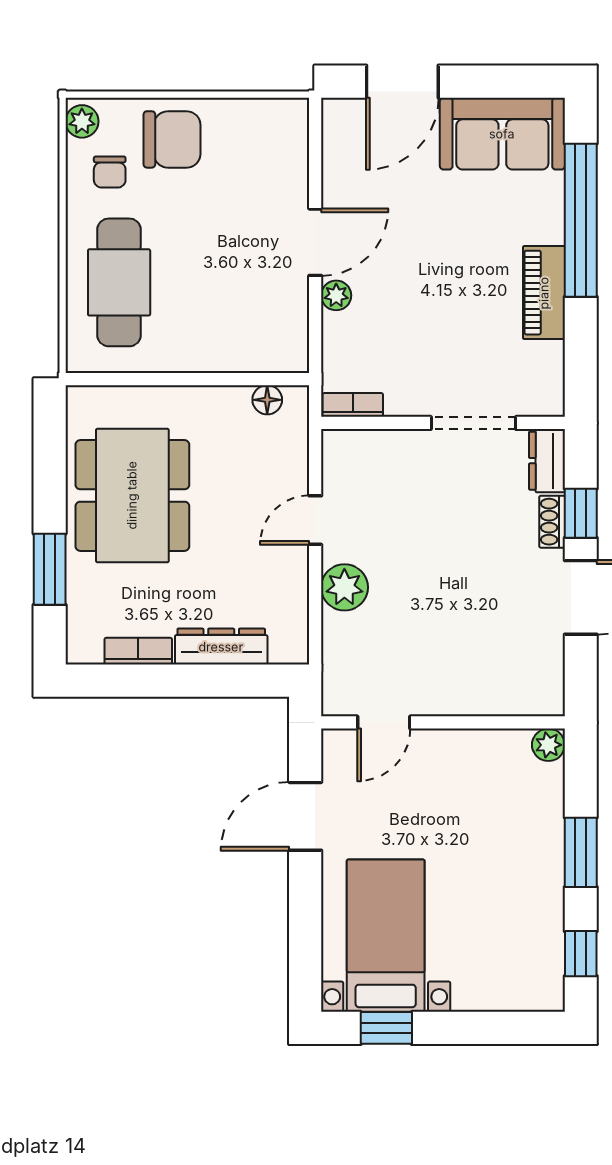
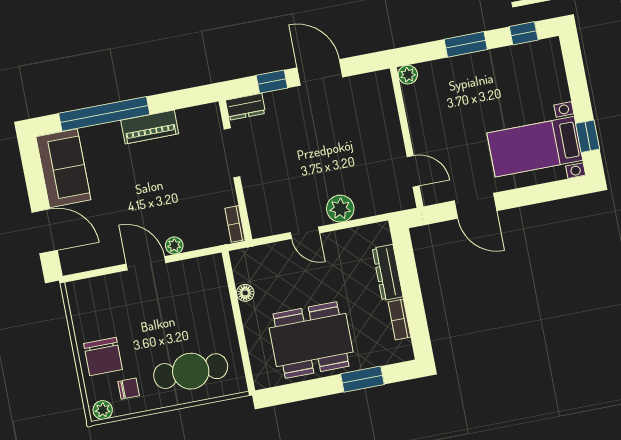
chair: (172, 139) -> (103, 357), turned 180
floor lamp: (267, 400) -> (245, 293), moved
shoe rack: (552, 522) -> (280, 97), removed

